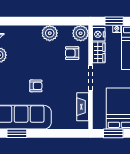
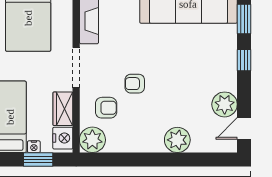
plant: (50, 33) -> (177, 140), moved
armchair: (36, 86) -> (135, 84), moved

